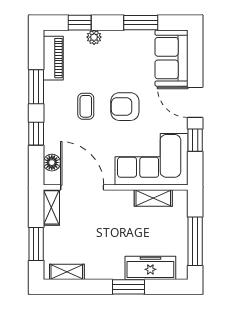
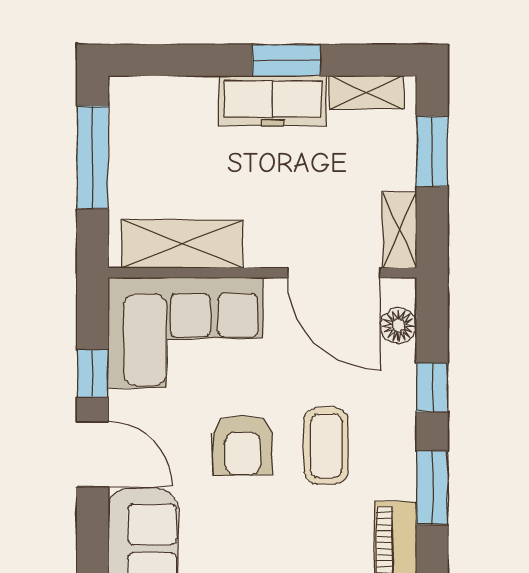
coffee table: (86, 106) -> (326, 446), width x1.36, depth x1.30
armchair: (125, 107) -> (243, 445), turned 90
shelving: (153, 198) -> (182, 244), width x1.50, depth x1.33
freezer: (150, 268) -> (273, 101), moved
window: (129, 287) -> (286, 60), moved

